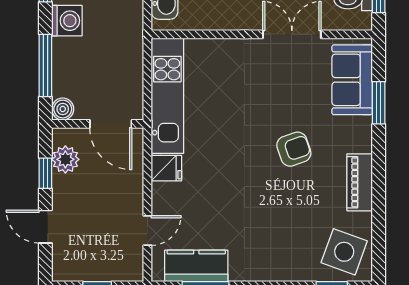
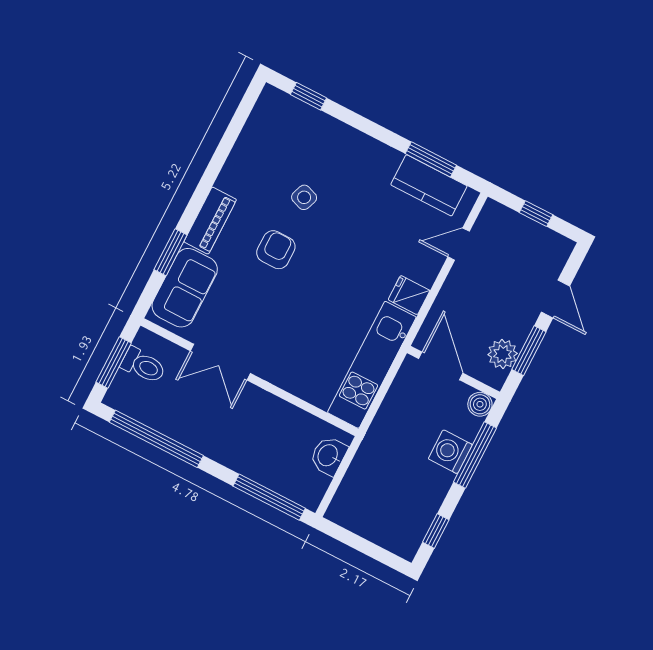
washing machine: (67, 21) -> (450, 452), moved
armchair: (294, 149) -> (276, 250), turned 109
window: (45, 173) -> (529, 351), width x1.50
piano: (360, 182) -> (210, 221), moved
side table: (344, 252) -> (304, 197), moved, width x0.54, depth x0.54

